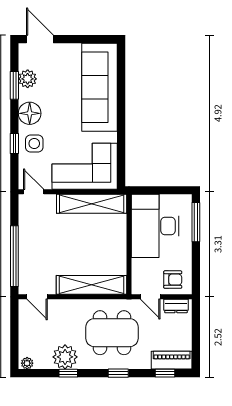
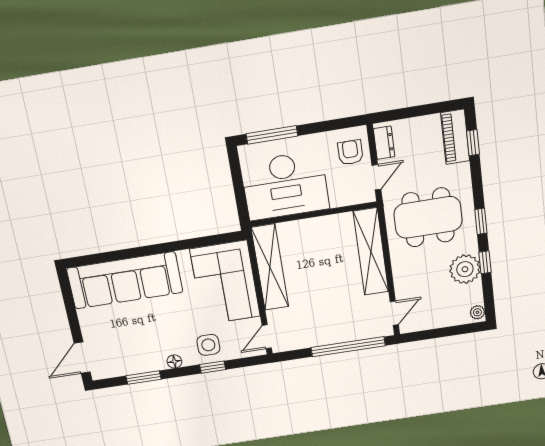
plant: (28, 79) -> (132, 364), removed
floor lamp: (30, 113) -> (174, 361), width x0.53, depth x0.53
dining table: (112, 333) -> (428, 217), turned 90
window: (118, 373) -> (481, 221), moved

